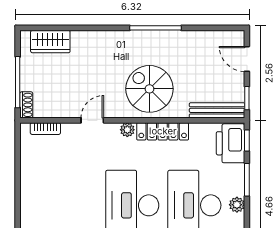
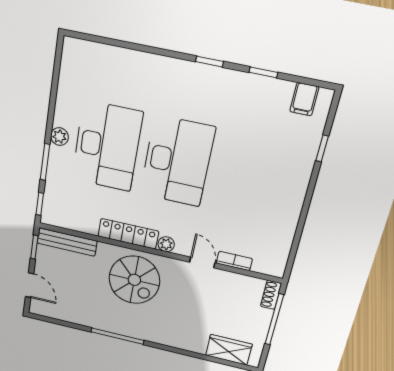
door: (92, 120) -> (202, 263), swing flipped
bookcase: (45, 129) -> (234, 261), moved
printer: (231, 143) -> (57, 205), removed

